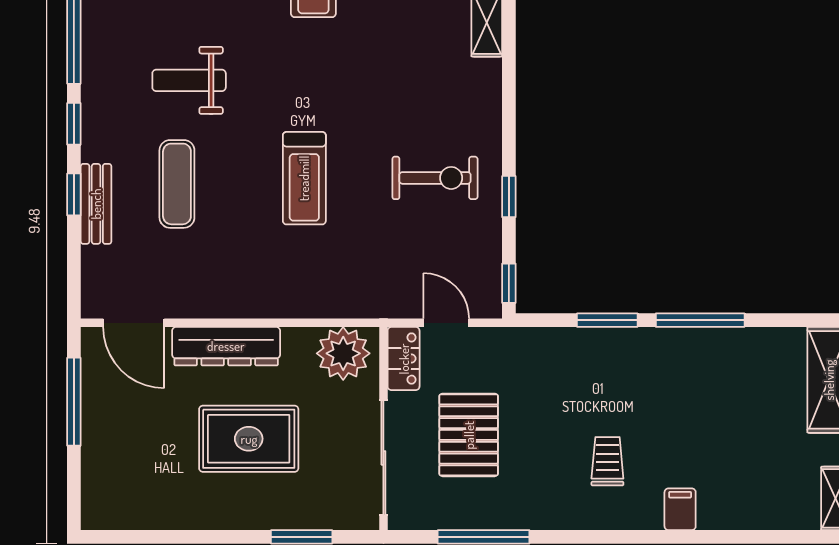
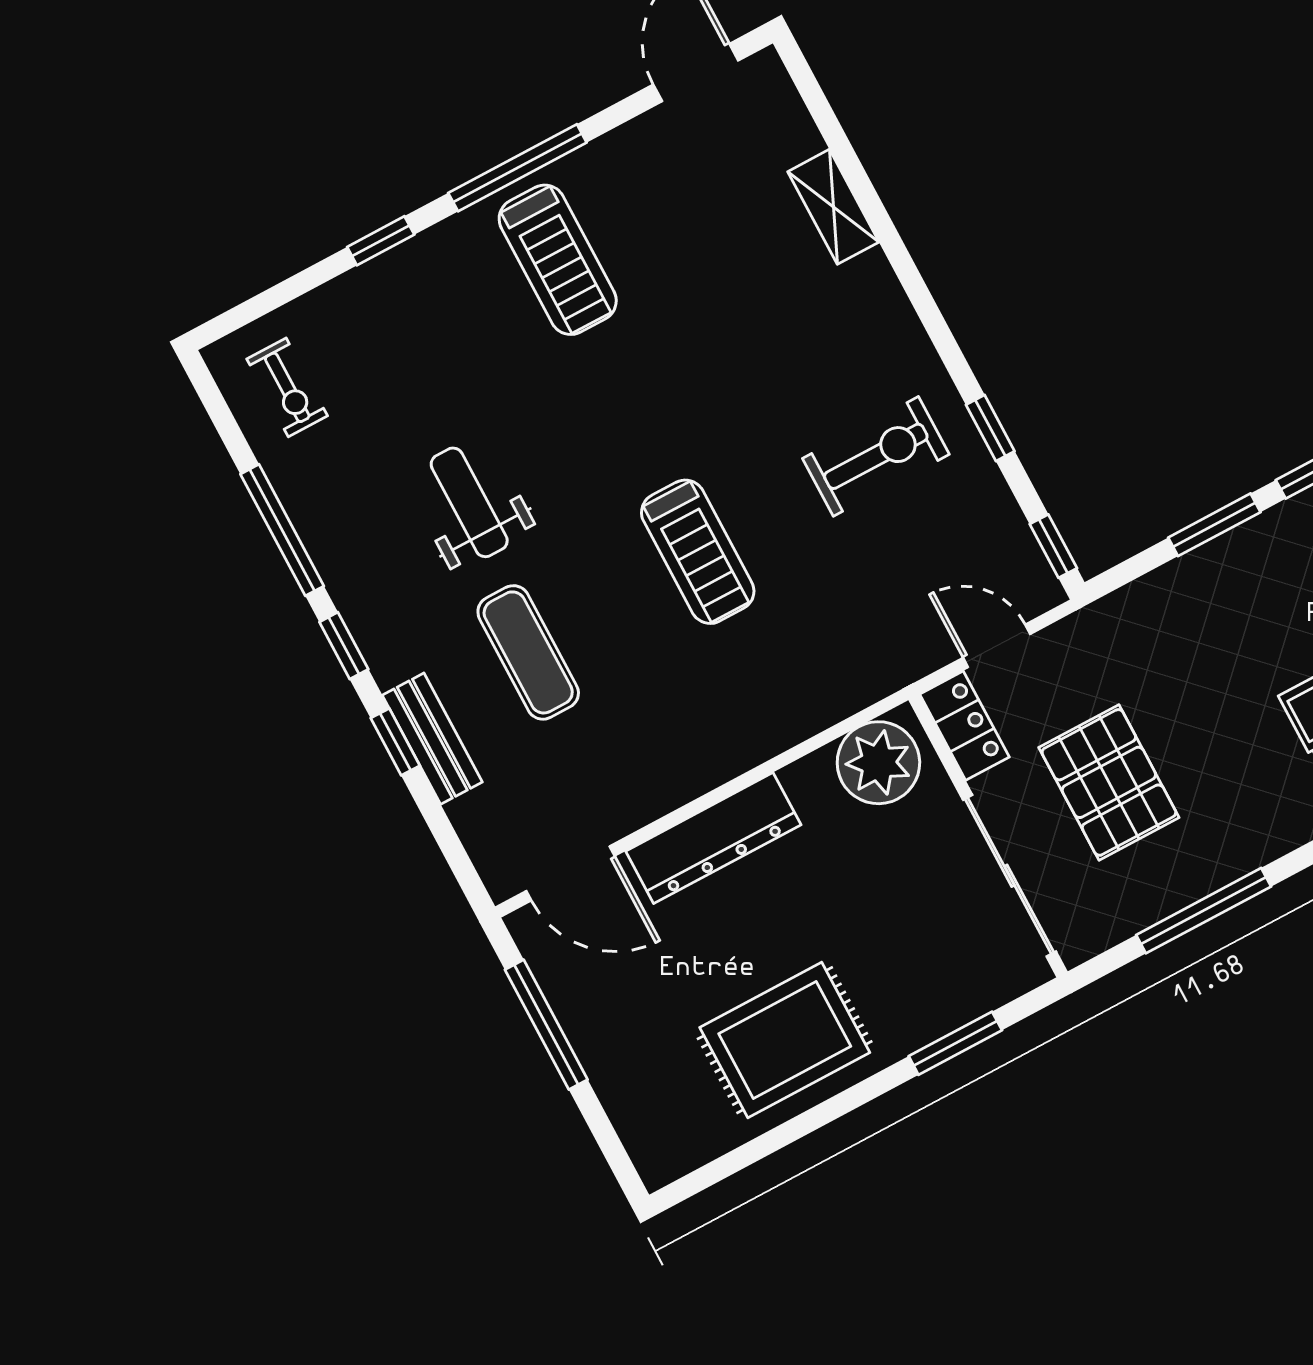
weight bench: (189, 80) -> (469, 502), turned 90
rug: (249, 439) -> (785, 1040), moved

